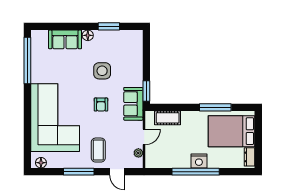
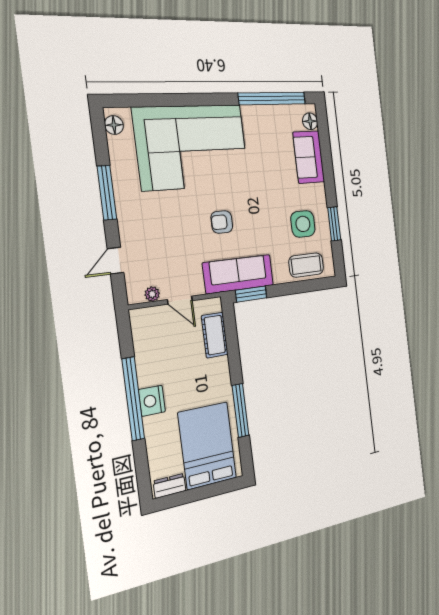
floor lamp: (88, 35) -> (310, 121), moved
side table: (102, 71) -> (303, 224), moved
sofa: (133, 104) -> (238, 274), width x1.36
coffee table: (98, 150) -> (306, 265), moved

